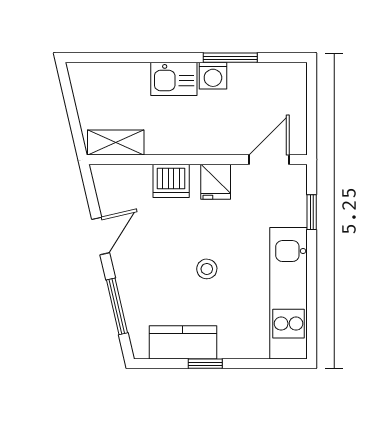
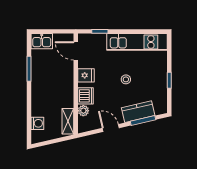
washing machine: (213, 76) -> (37, 123), moved
kitchen sink: (174, 79) -> (42, 41), moved, turned 90
plant: (139, 176) -> (83, 111), added
kitchen counter: (183, 342) -> (138, 112), moved, turned 77

